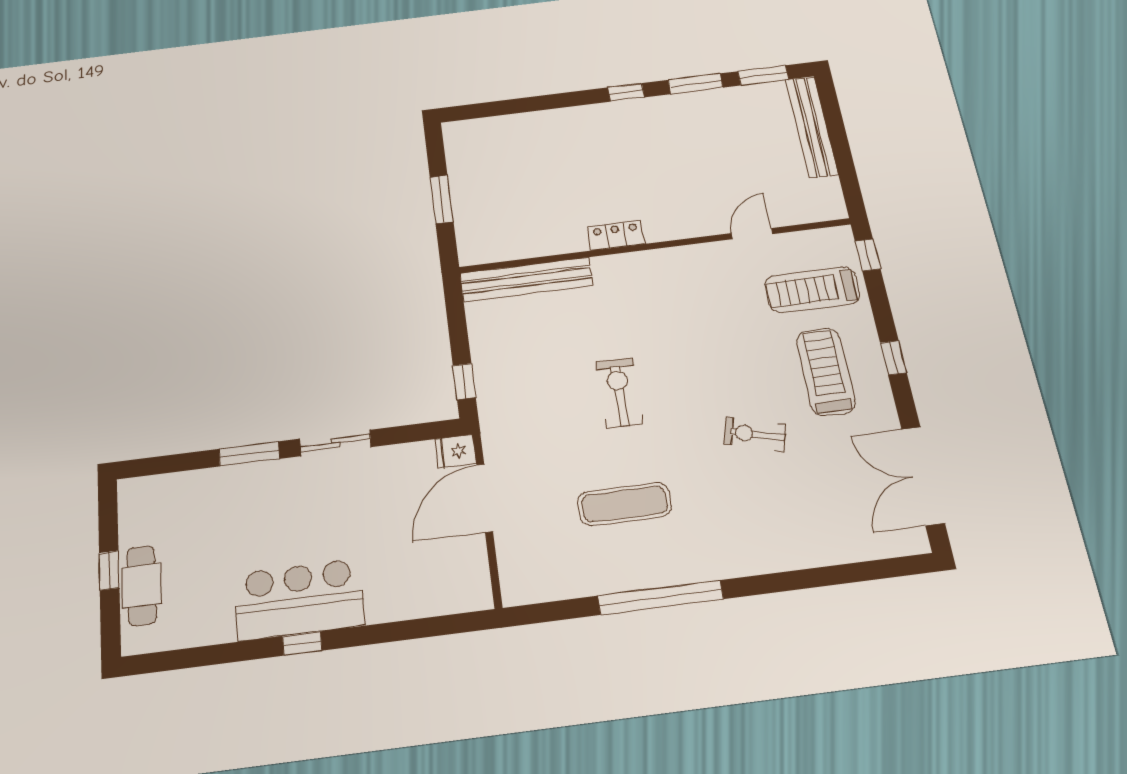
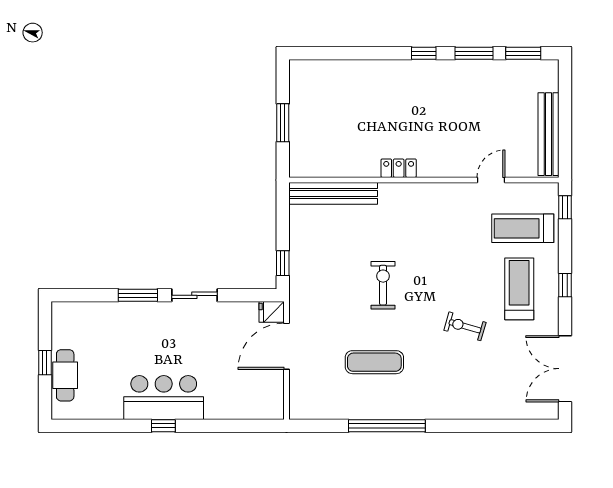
bench: (812, 127) -> (549, 134), moved

